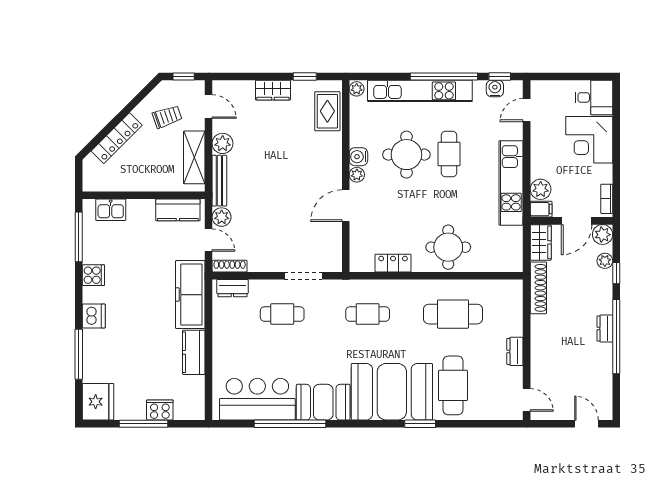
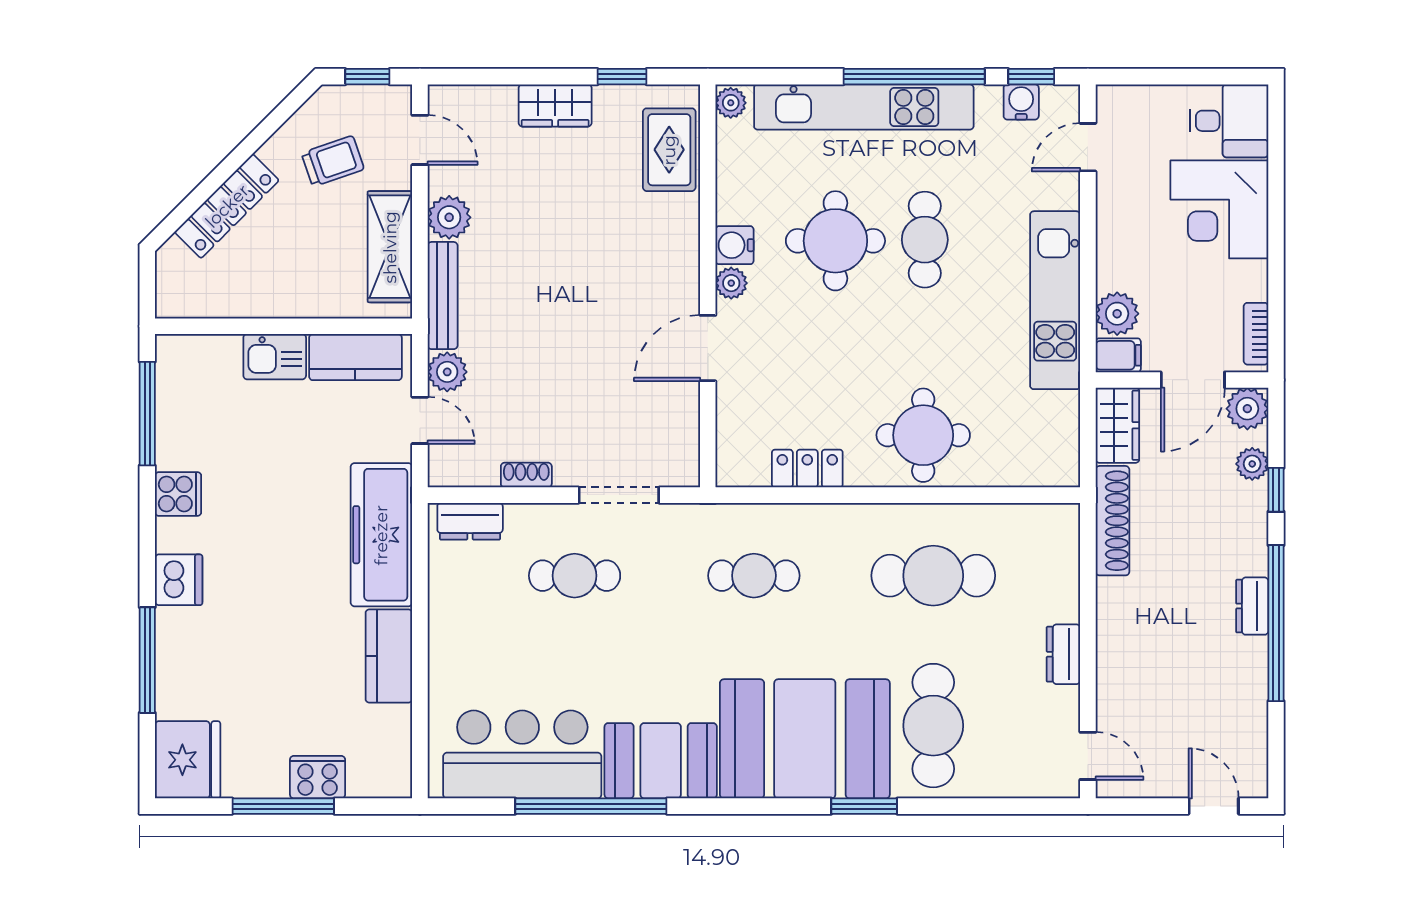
kitchen sink: (111, 210) -> (275, 357), moved
shoe rack: (230, 266) -> (526, 475), moved, width x0.70

